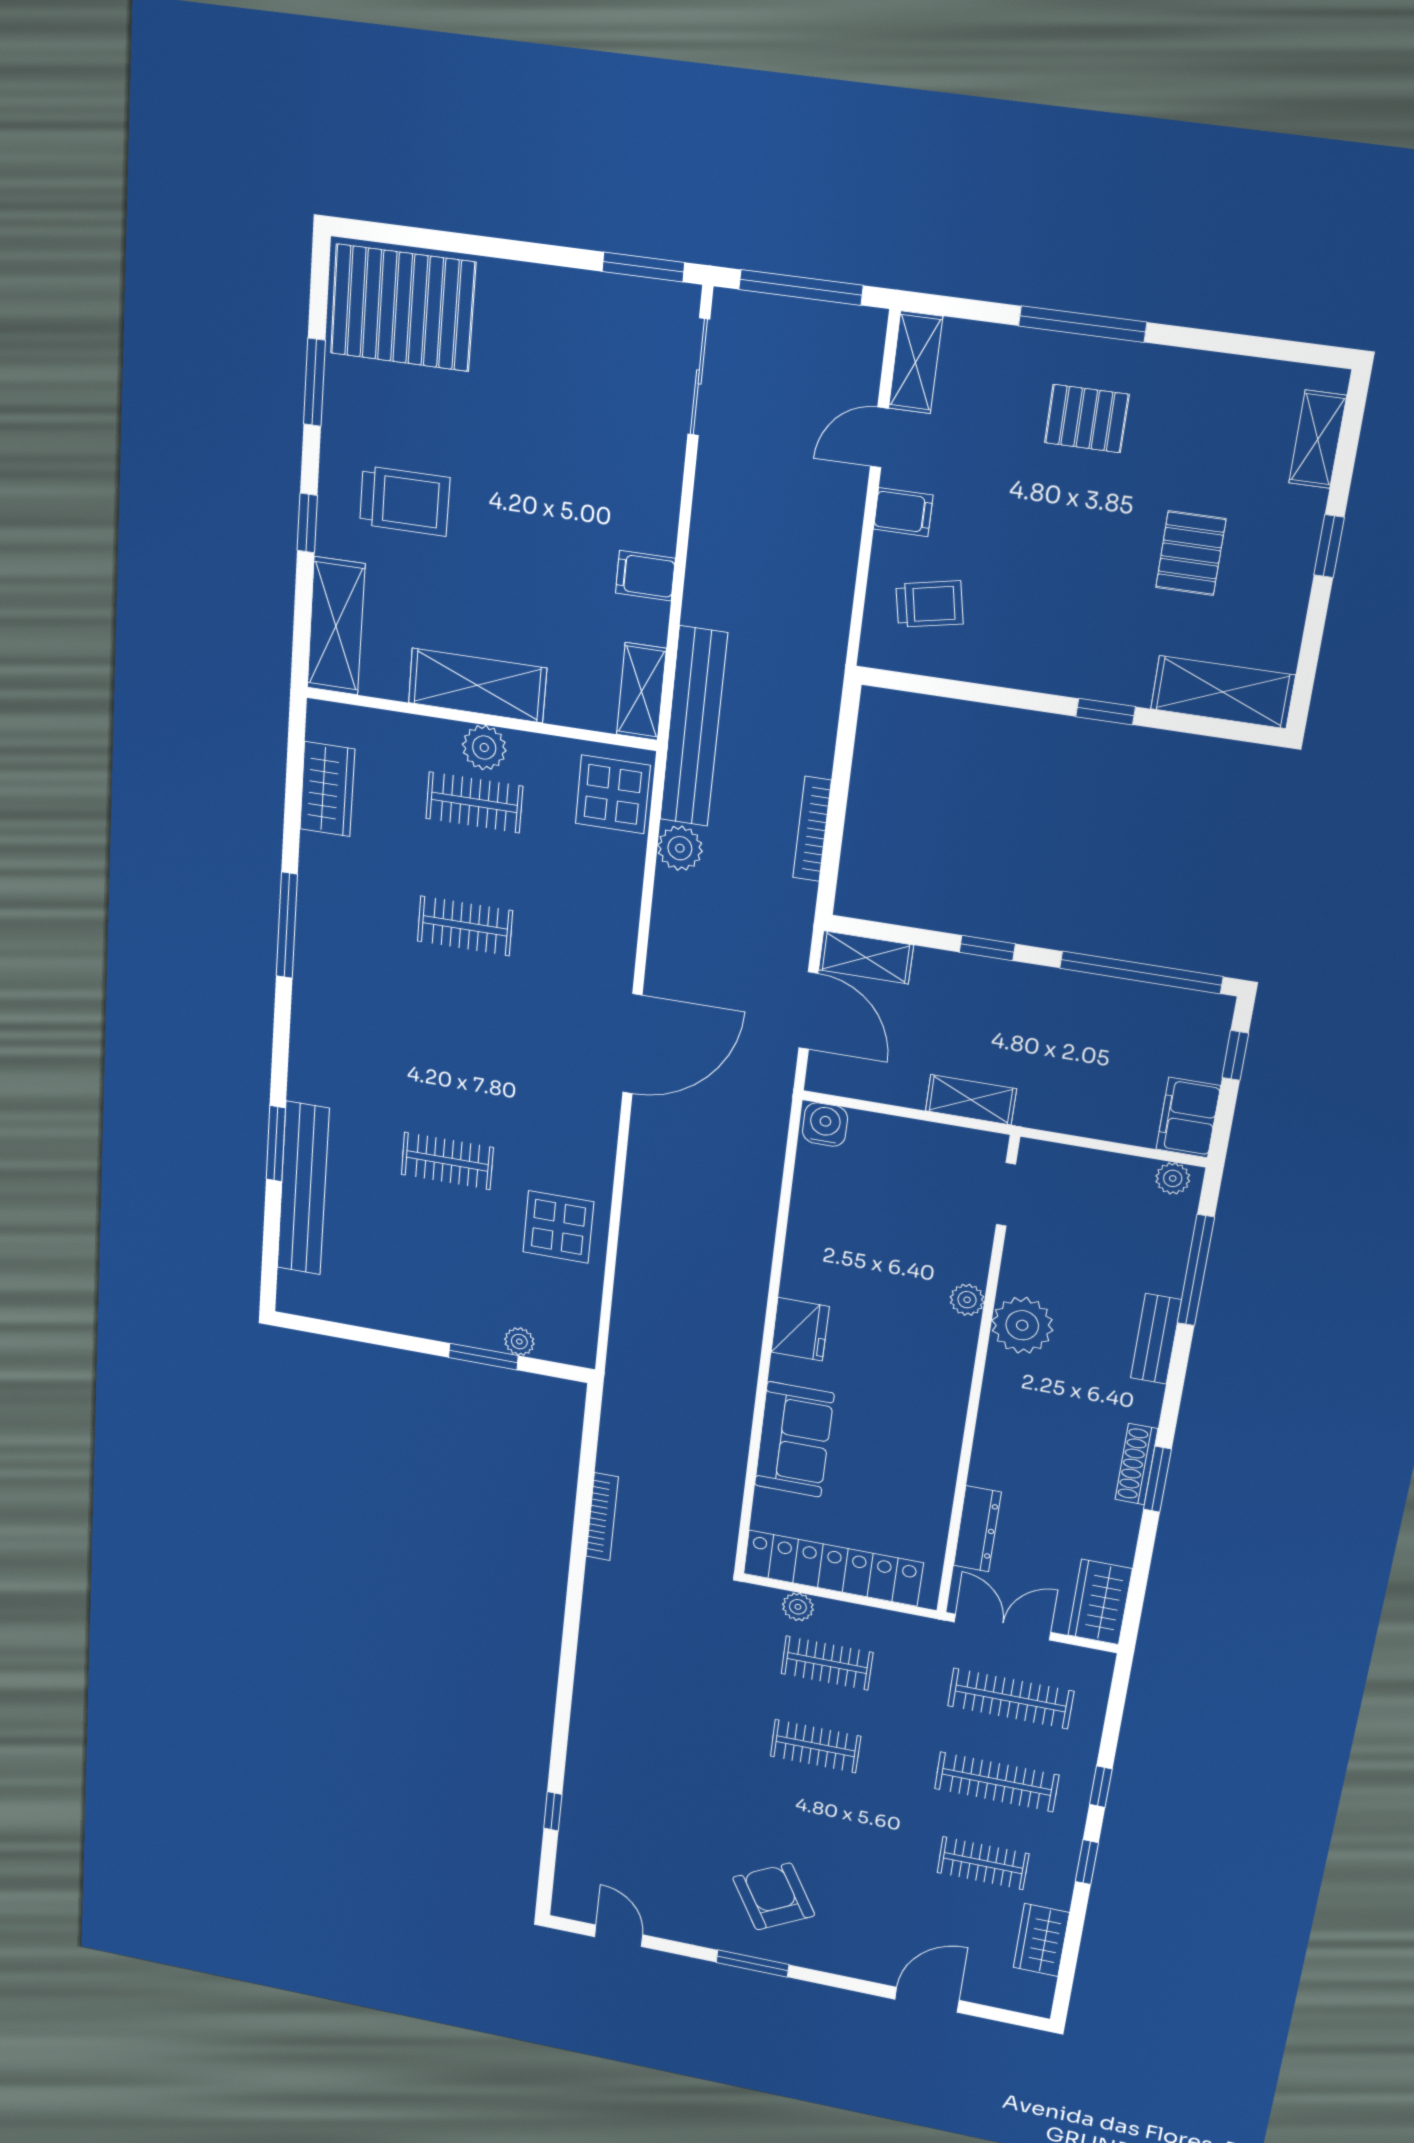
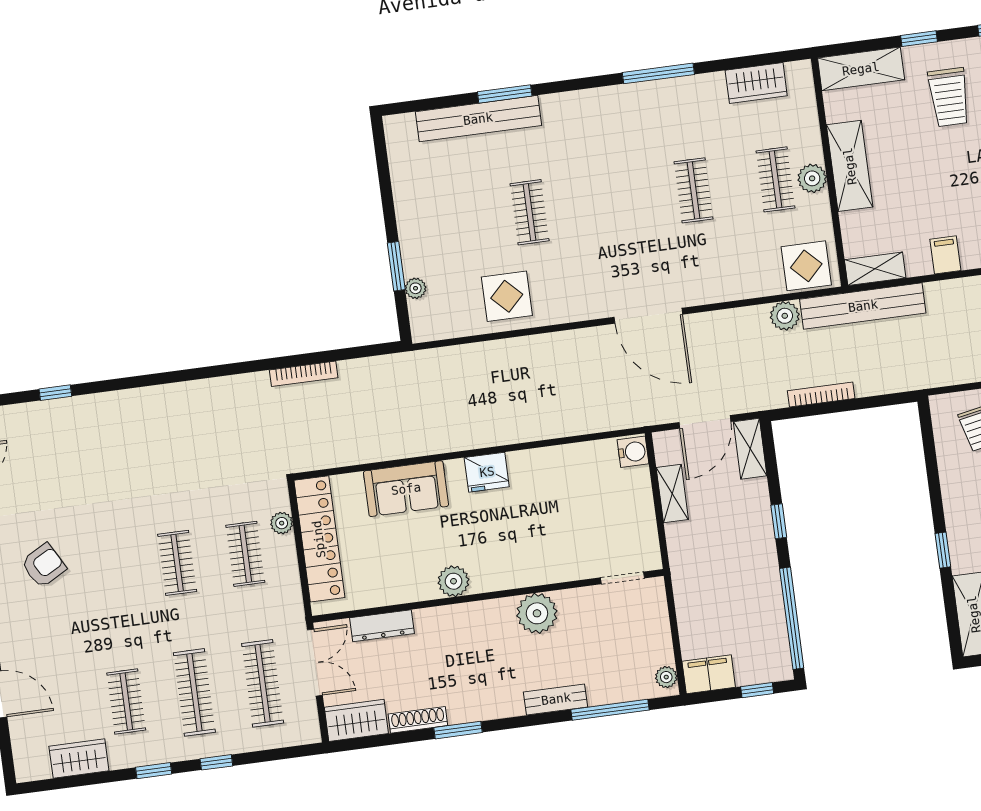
shelving: (971, 1100) -> (672, 493), moved
plant: (967, 1300) -> (453, 581), moved, width x1.38, depth x1.38
shoe rack: (1136, 1464) -> (418, 720), moved
armchair: (774, 1897) -> (44, 565), width x0.72, depth x0.72

